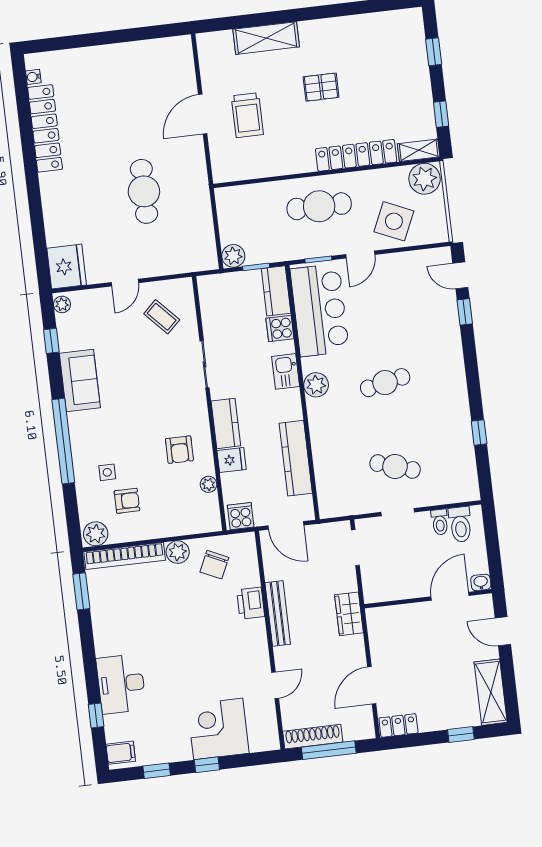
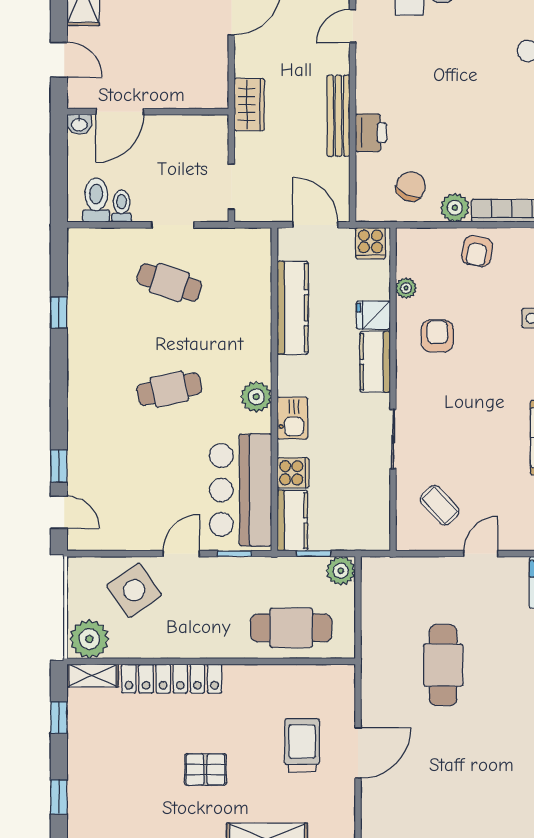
cafe table: (319, 206) -> (291, 628), moved
side table: (394, 221) -> (134, 590), turned 31
armchair: (127, 501) -> (477, 251), moved, turned -80

